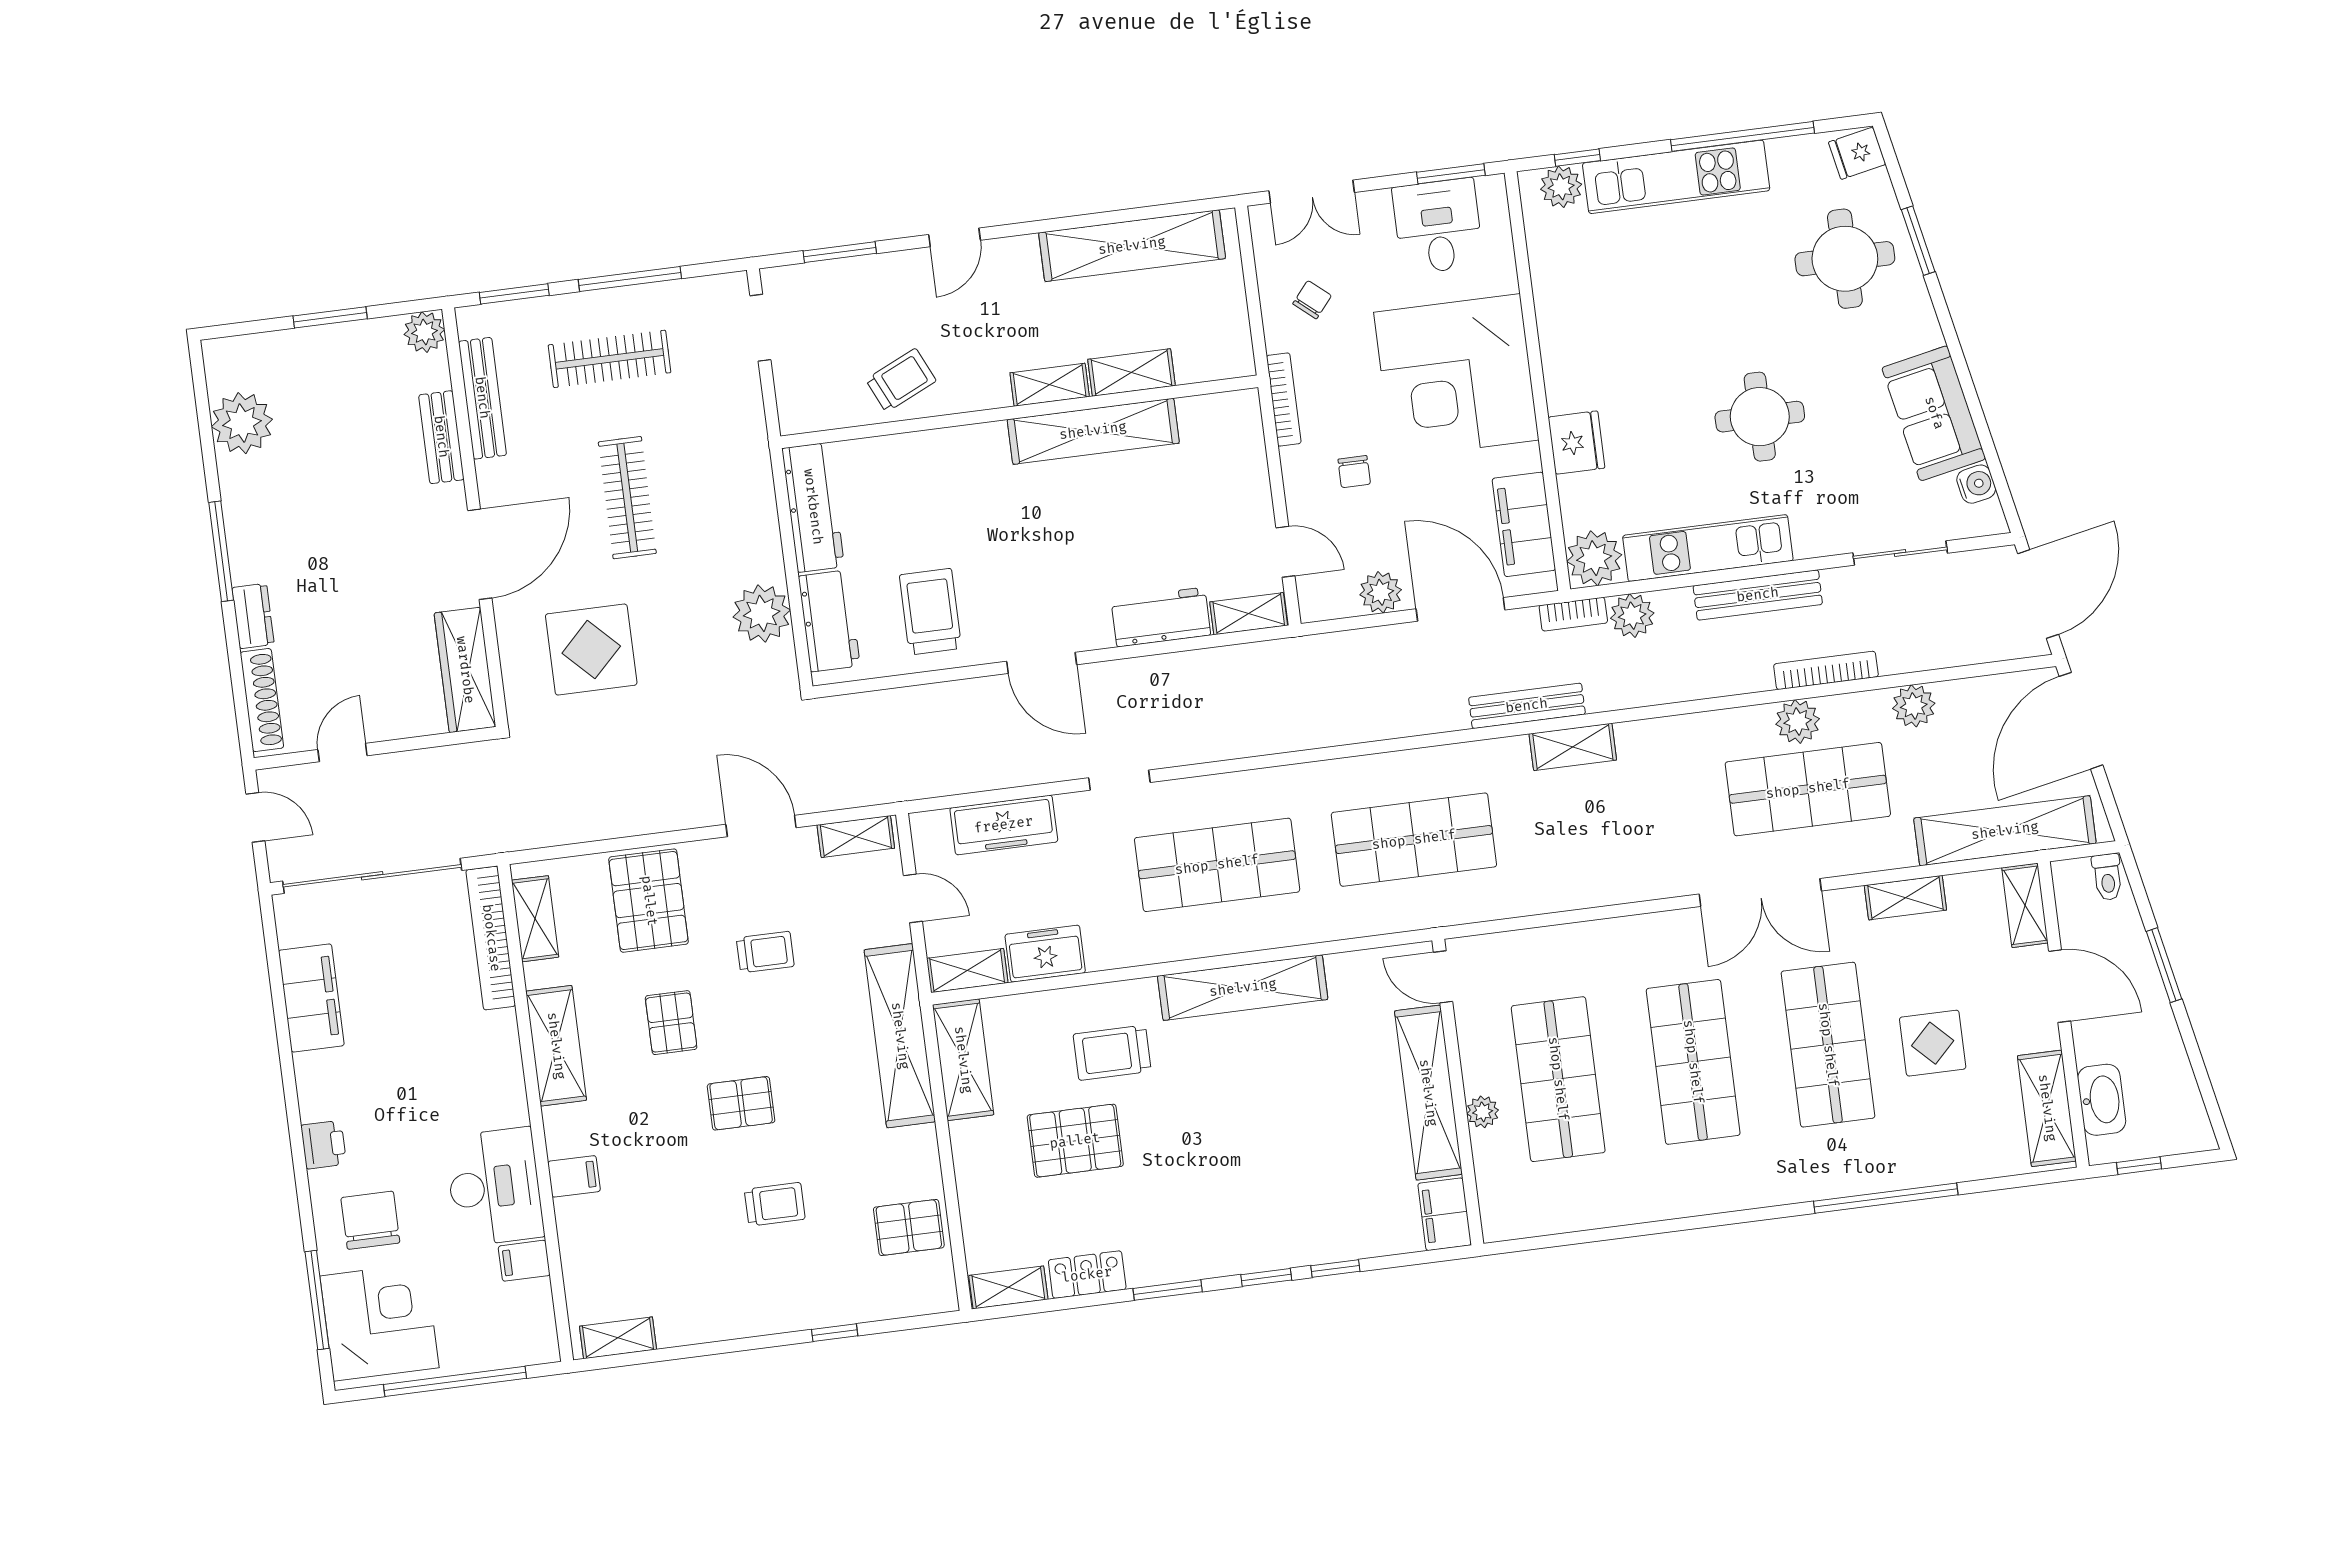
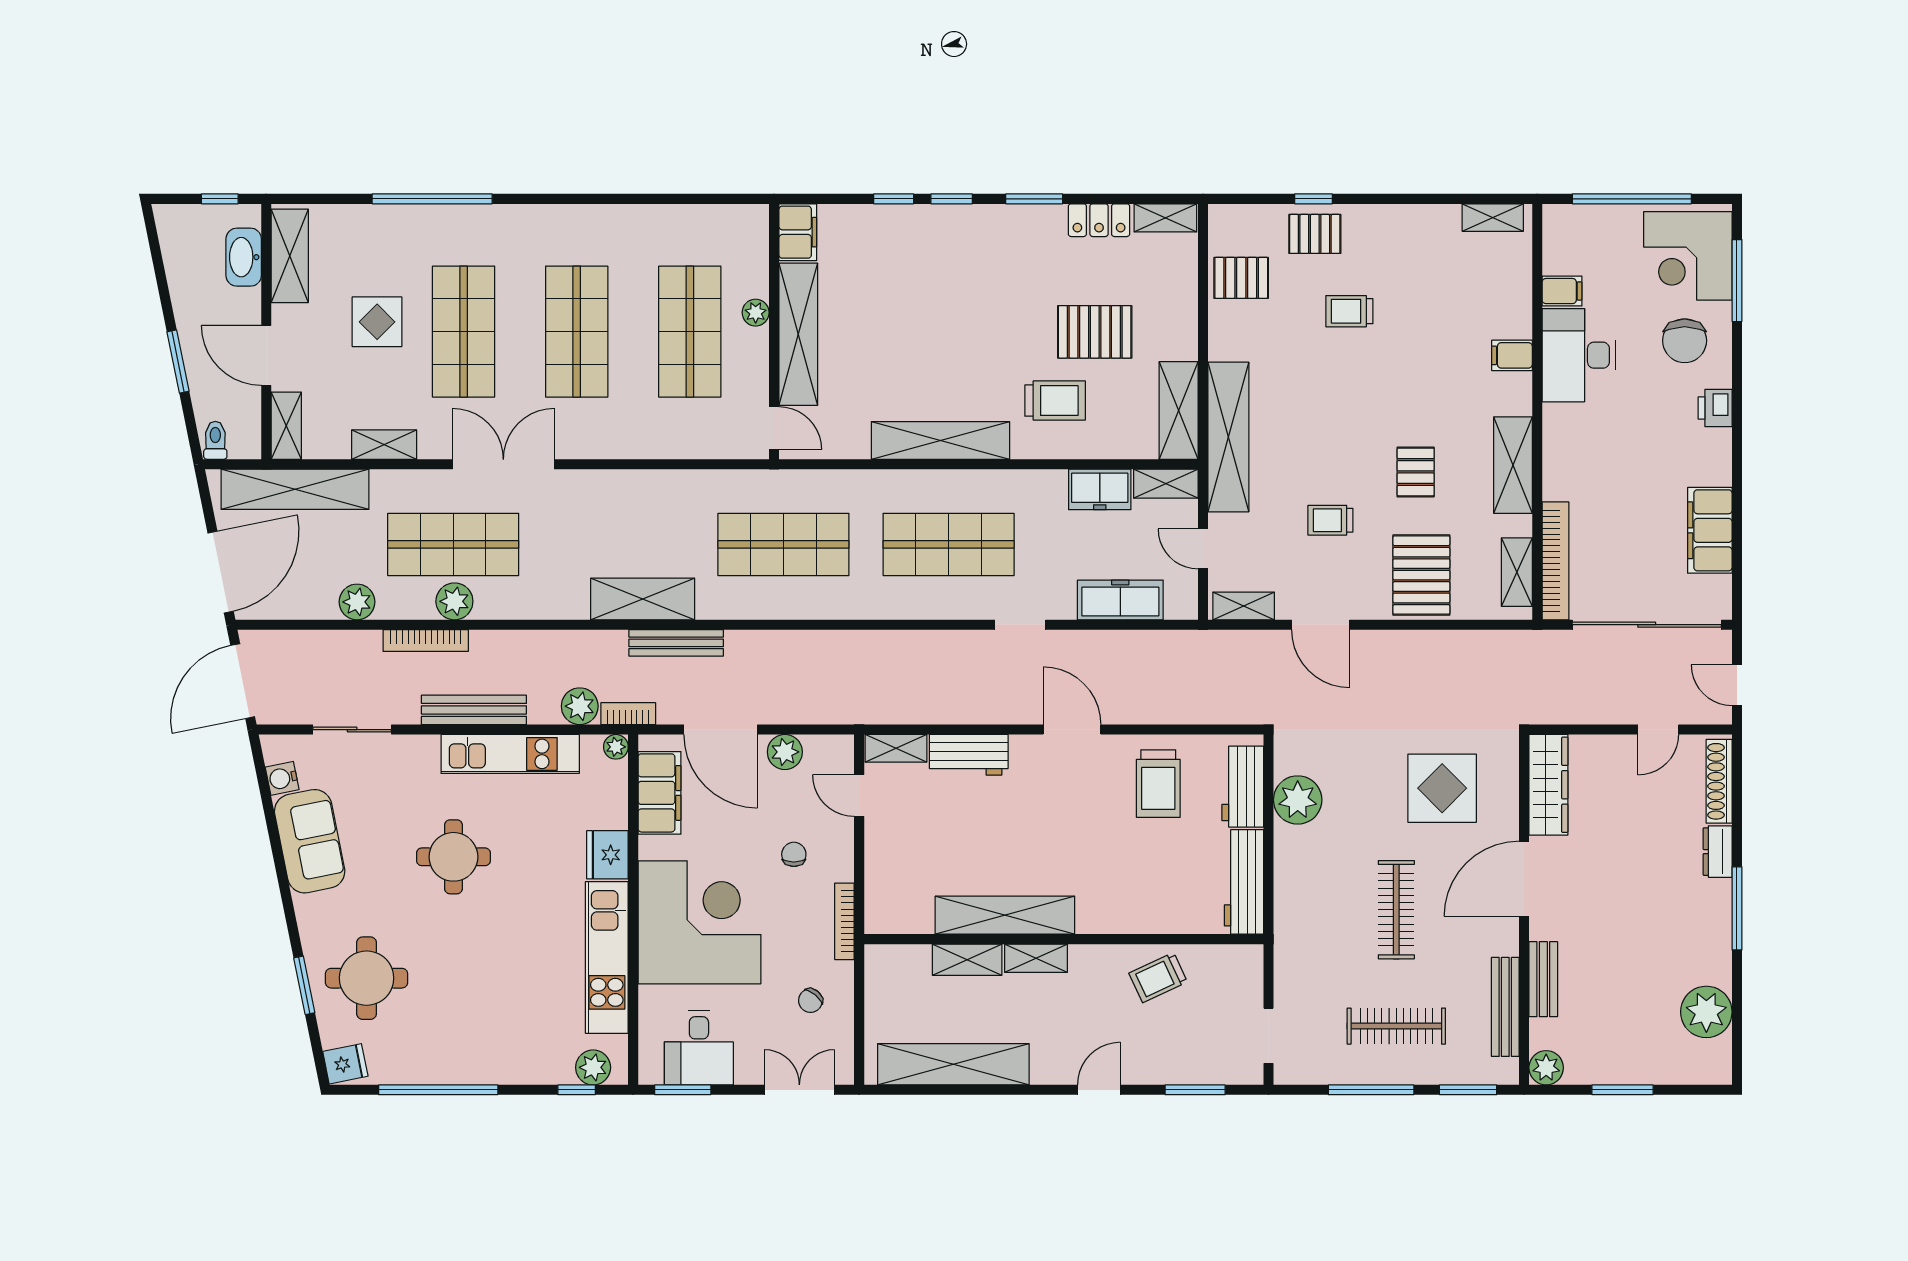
kitchen unit: (1676, 177) -> (607, 957), moved, turned -90
plant: (1594, 558) -> (616, 747), width x0.53, depth x0.53
shelving: (1573, 747) -> (643, 599), width x1.50, depth x1.33
pallet: (741, 1103) -> (1315, 234), moved

